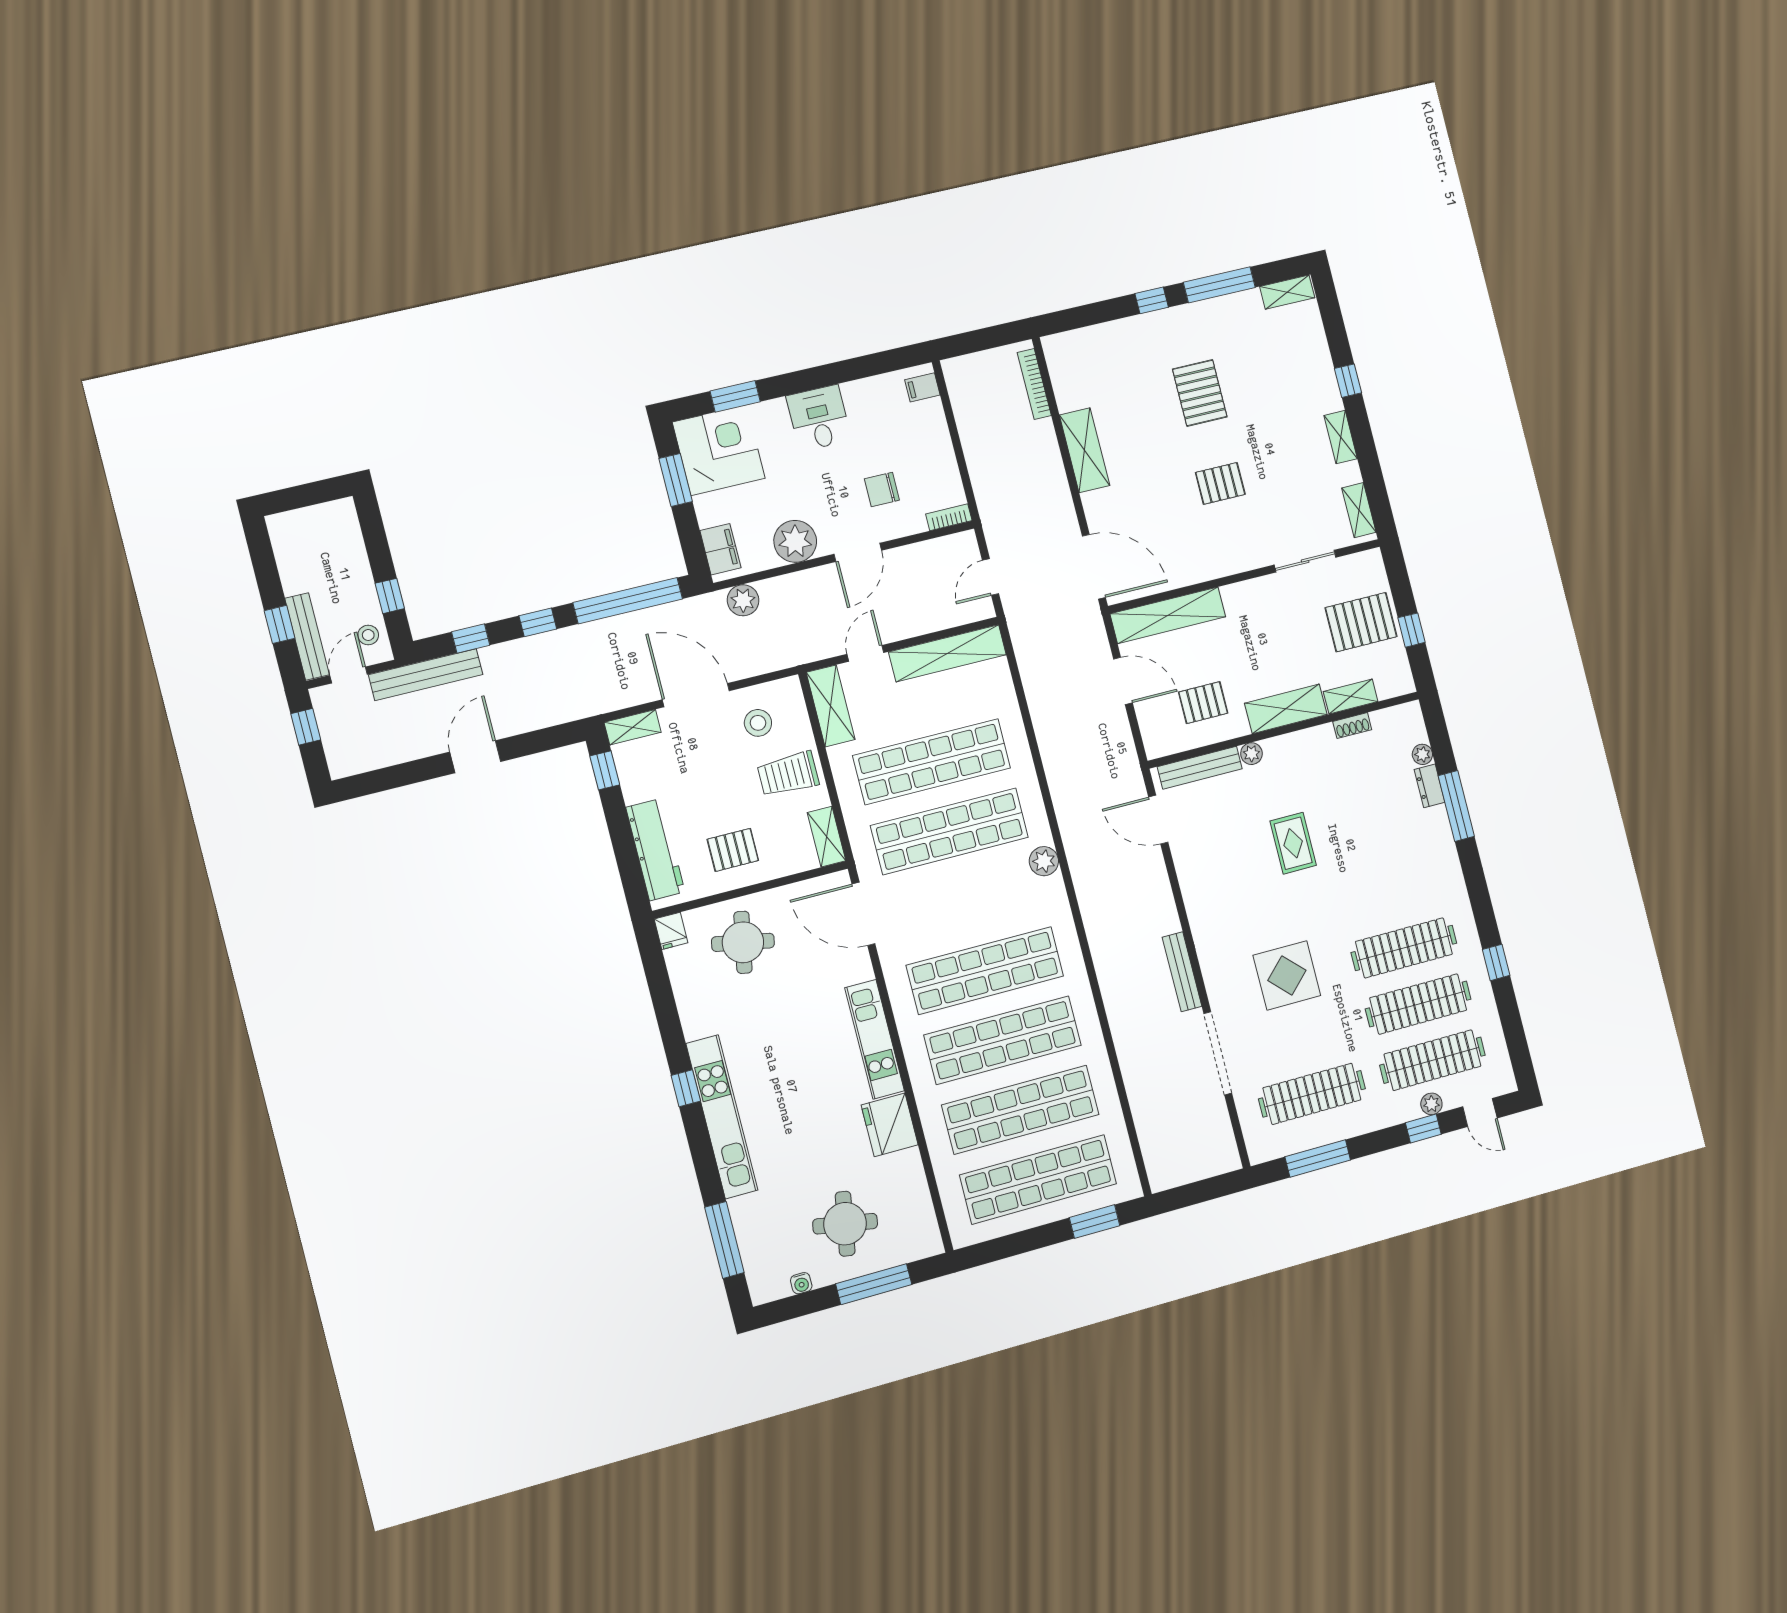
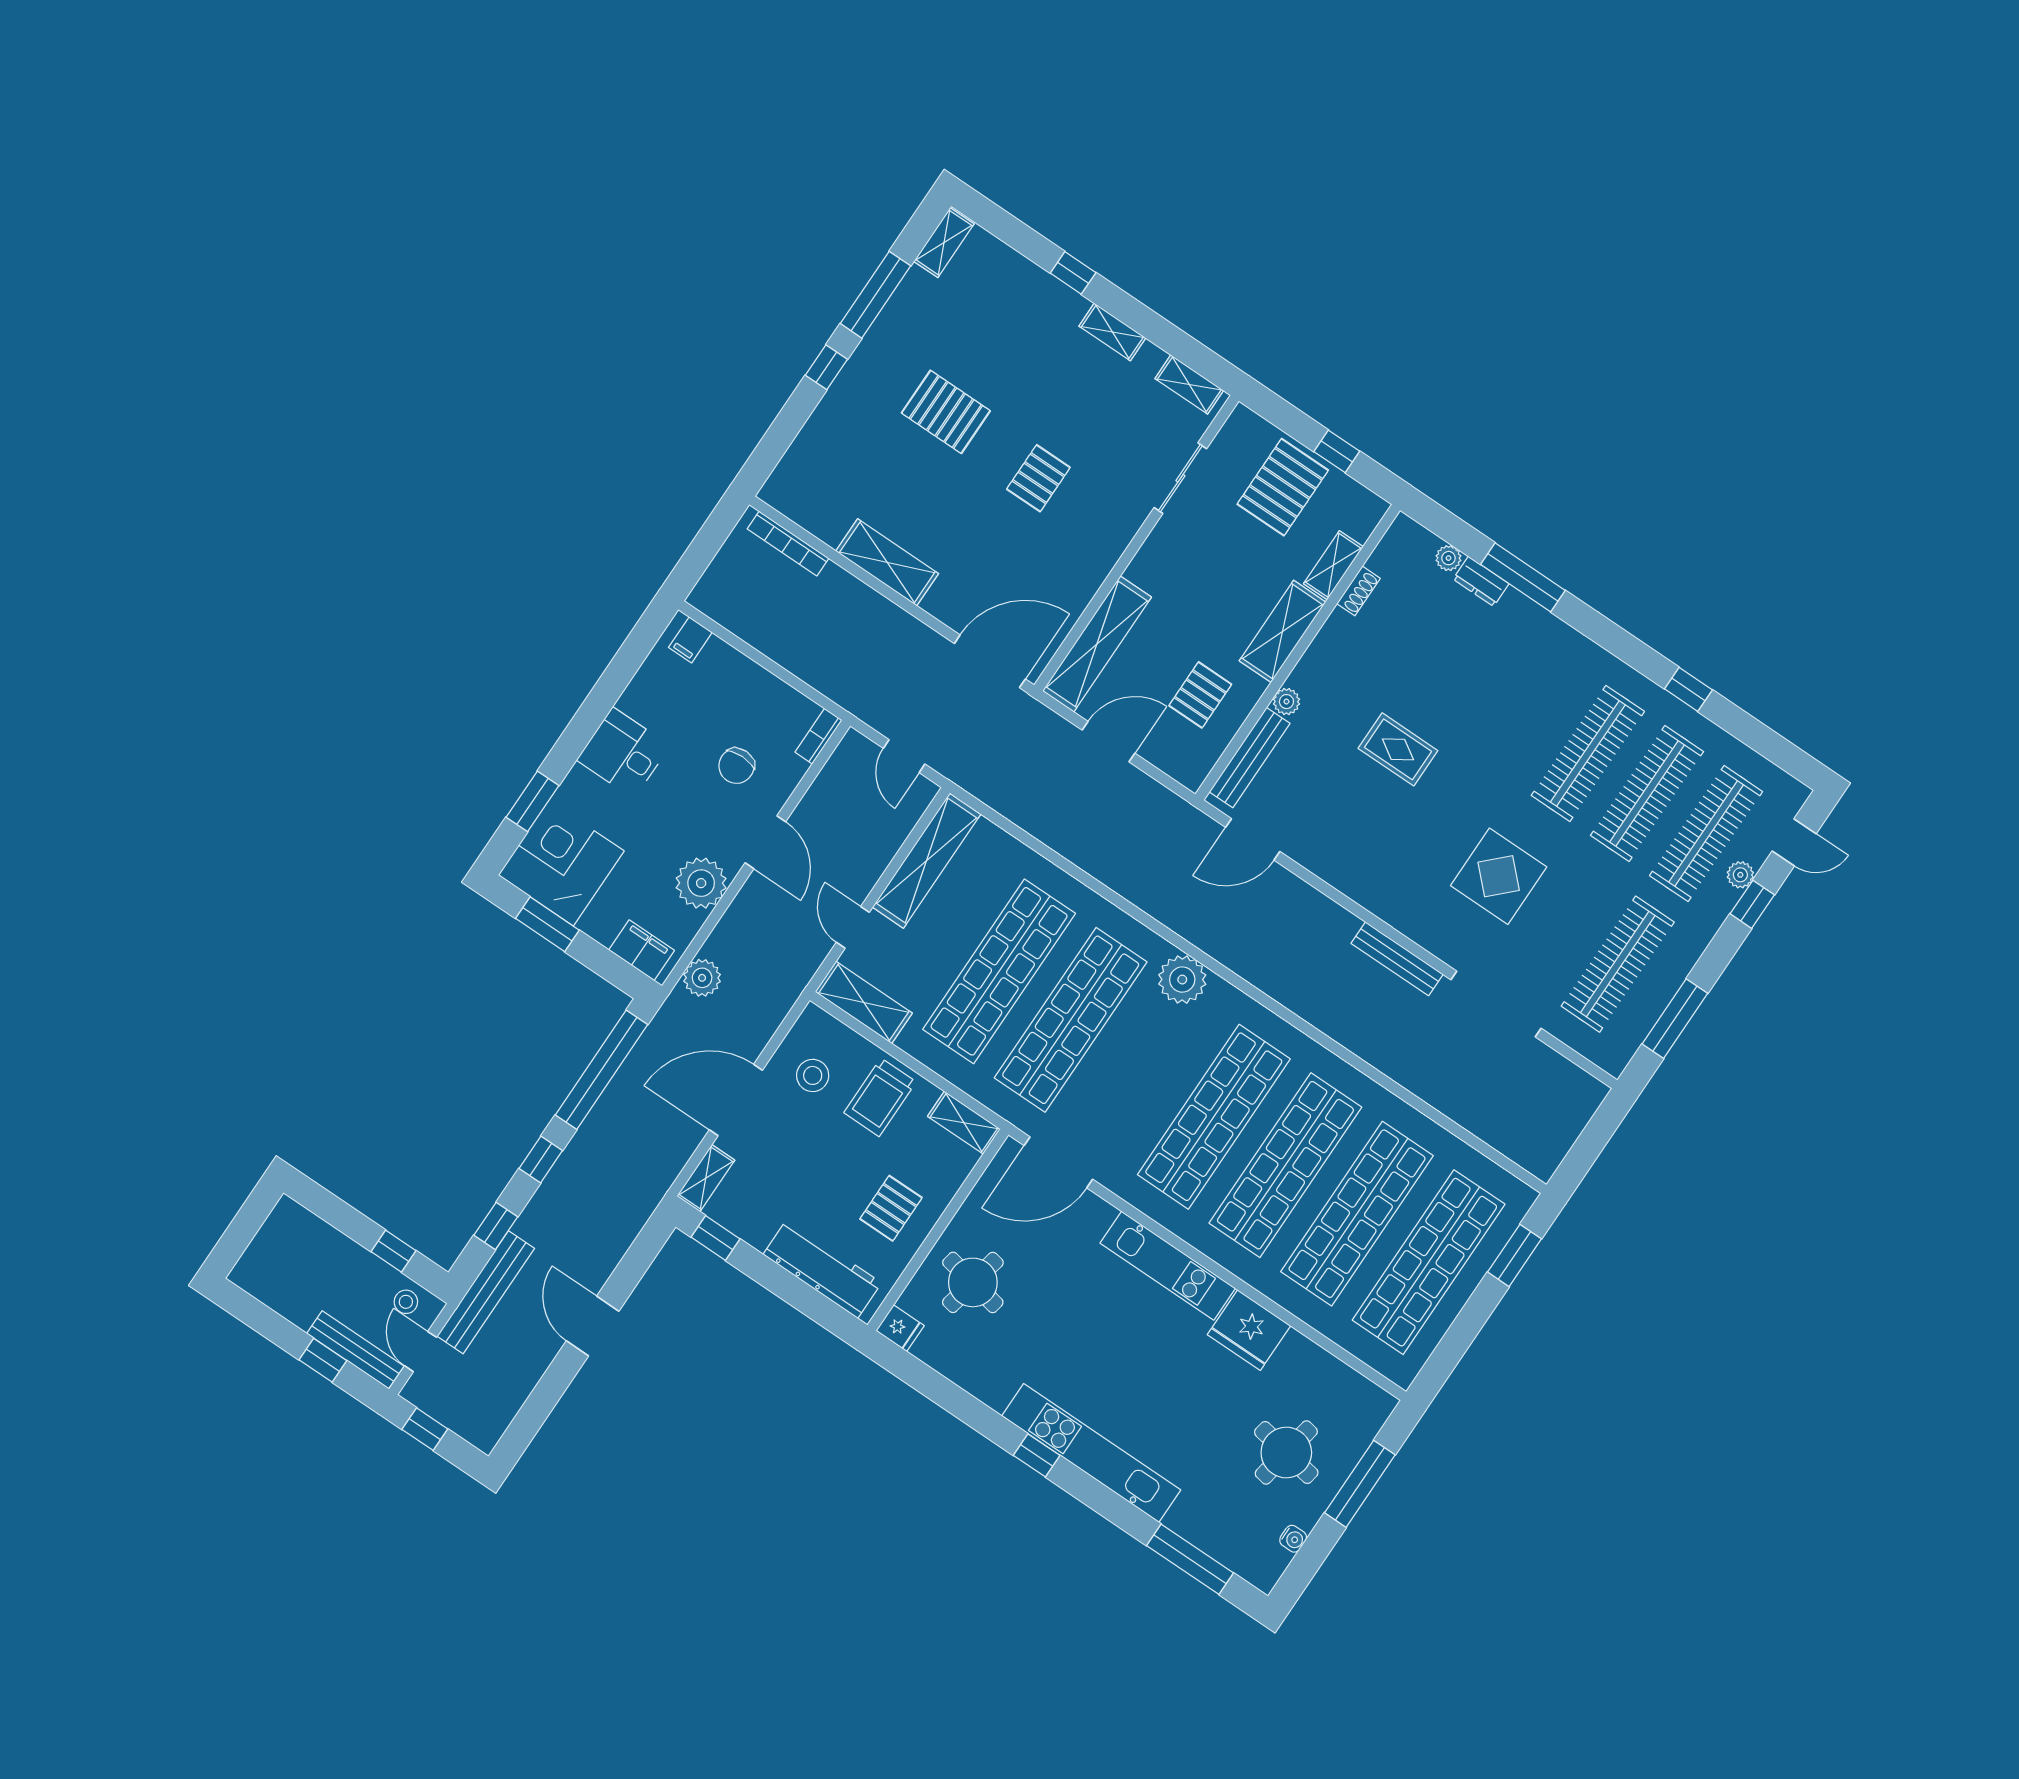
plant: (1044, 861) -> (1182, 980), width x1.36, depth x1.36

